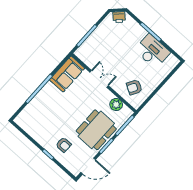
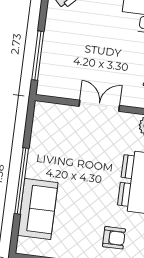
sofa: (67, 74) -> (38, 209), moved

